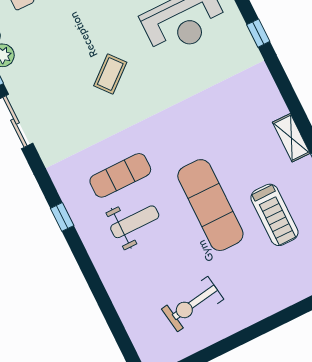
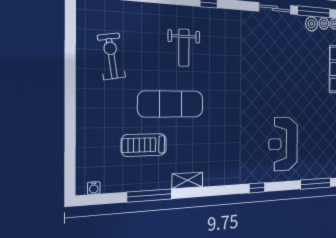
coffee table: (110, 74) -> (275, 82), removed
exercise mat: (120, 175) -> (216, 55), removed

